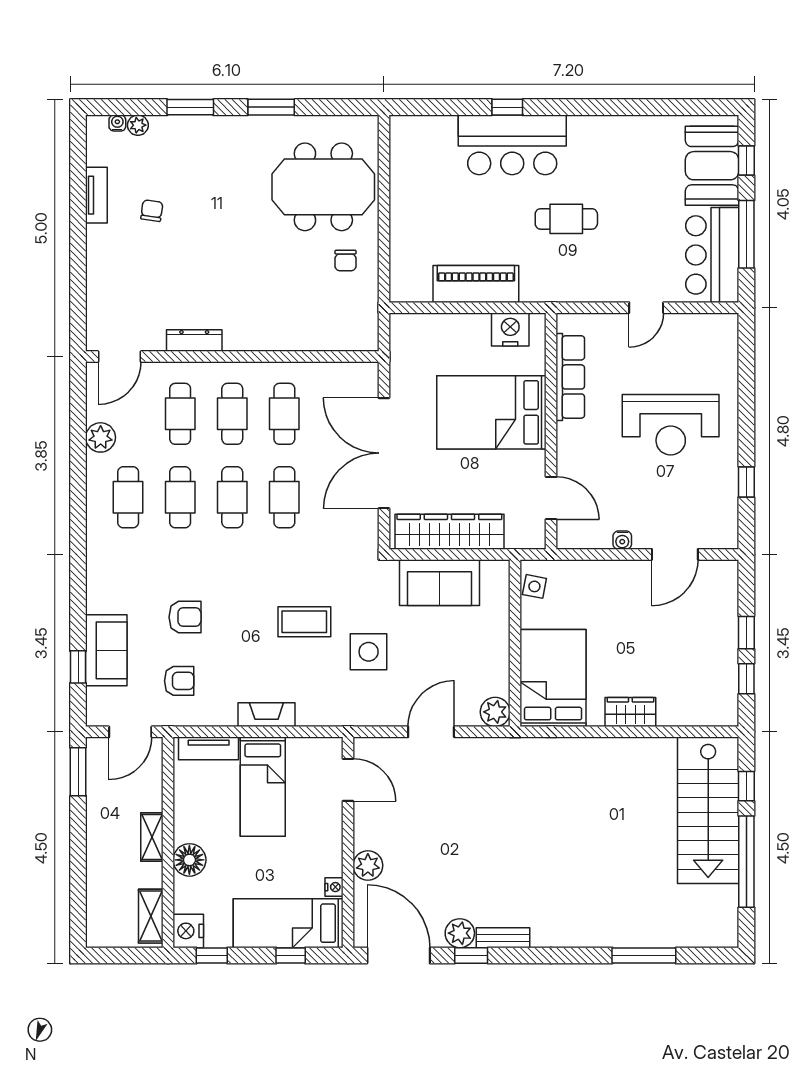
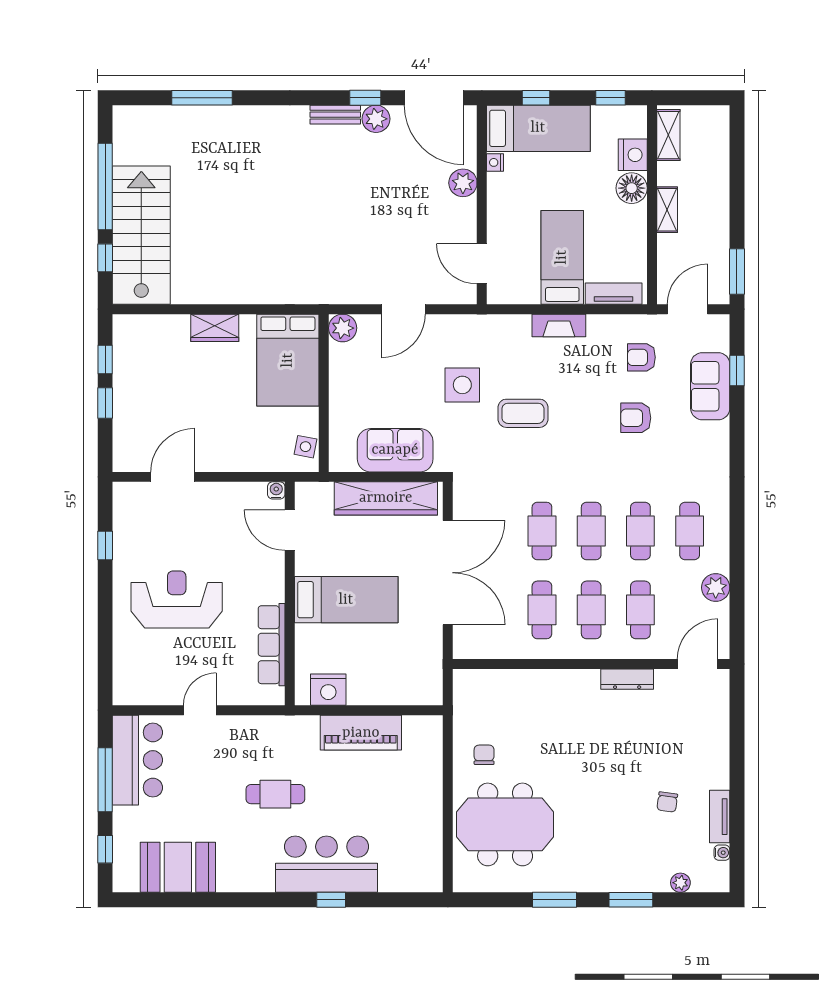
water cooler: (117, 123) -> (722, 853), moved, turned -90
booth: (712, 166) -> (178, 867), moved, turned 90
bed: (491, 412) -> (346, 600), width x0.67
water cooler: (622, 540) -> (276, 490), moved
nightstand: (188, 931) -> (633, 155), moved

